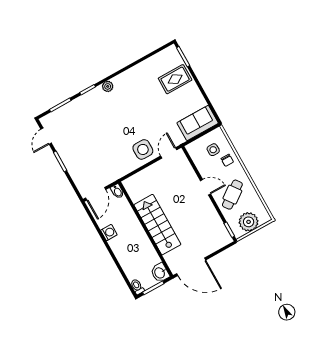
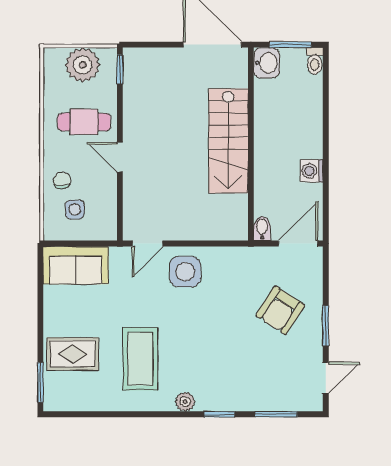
coffee table: (141, 95) -> (140, 359), added
armchair: (86, 156) -> (280, 310), added
cafe table: (232, 195) -> (84, 122), turned 36

